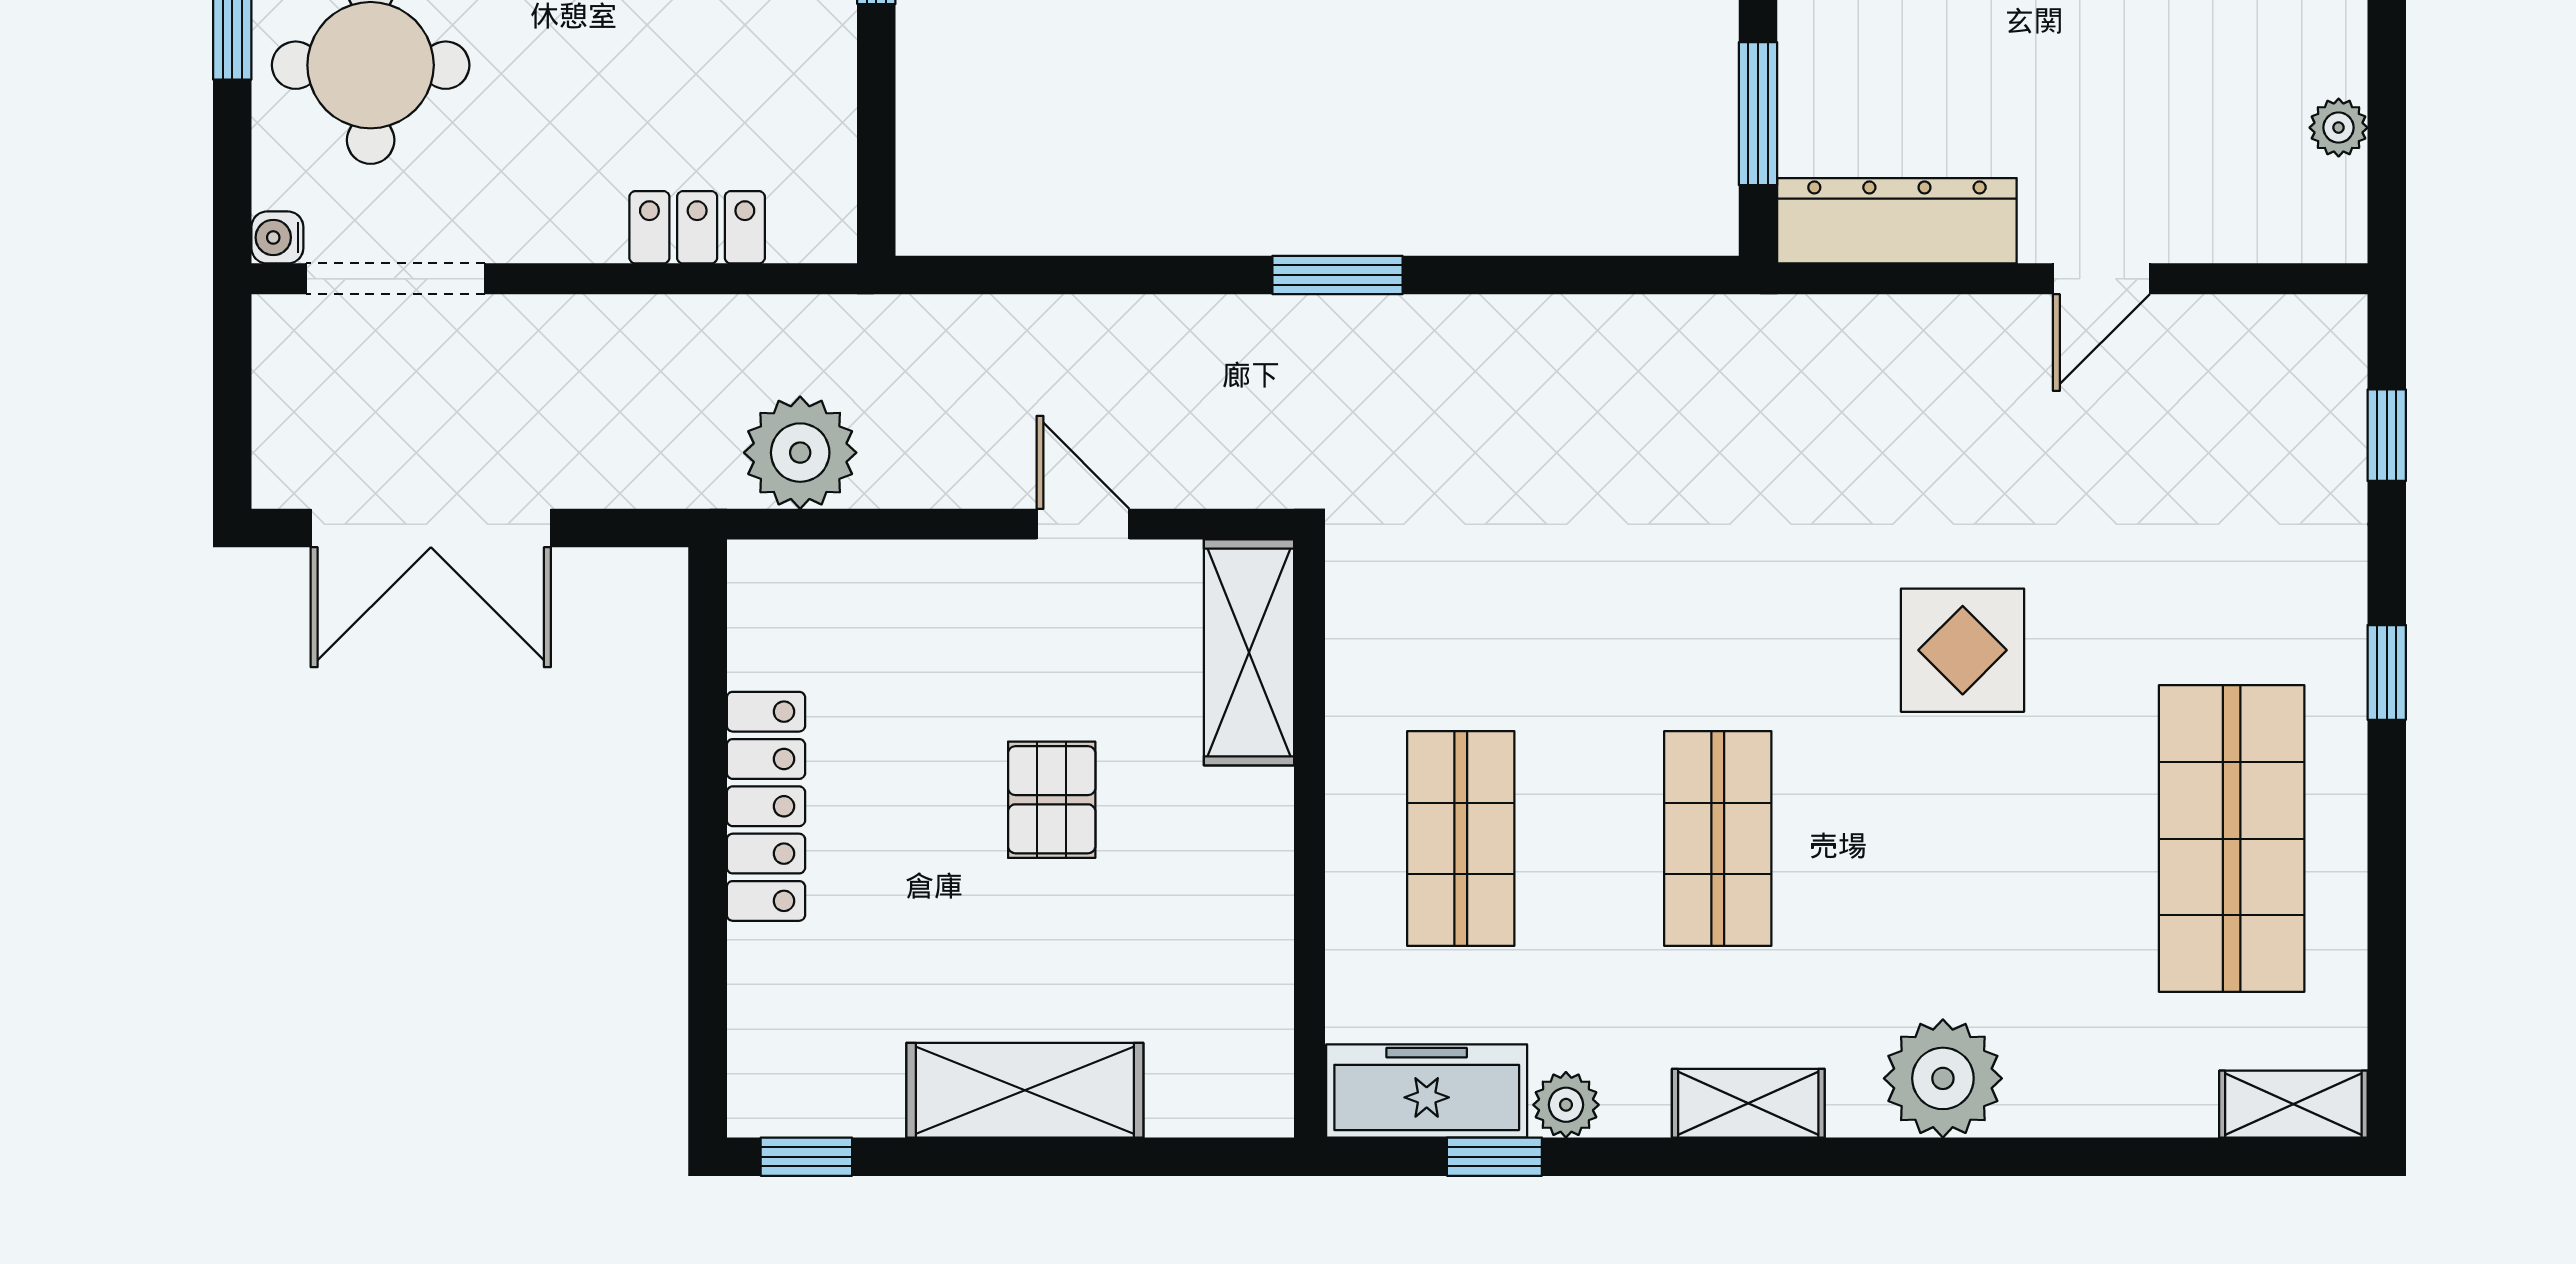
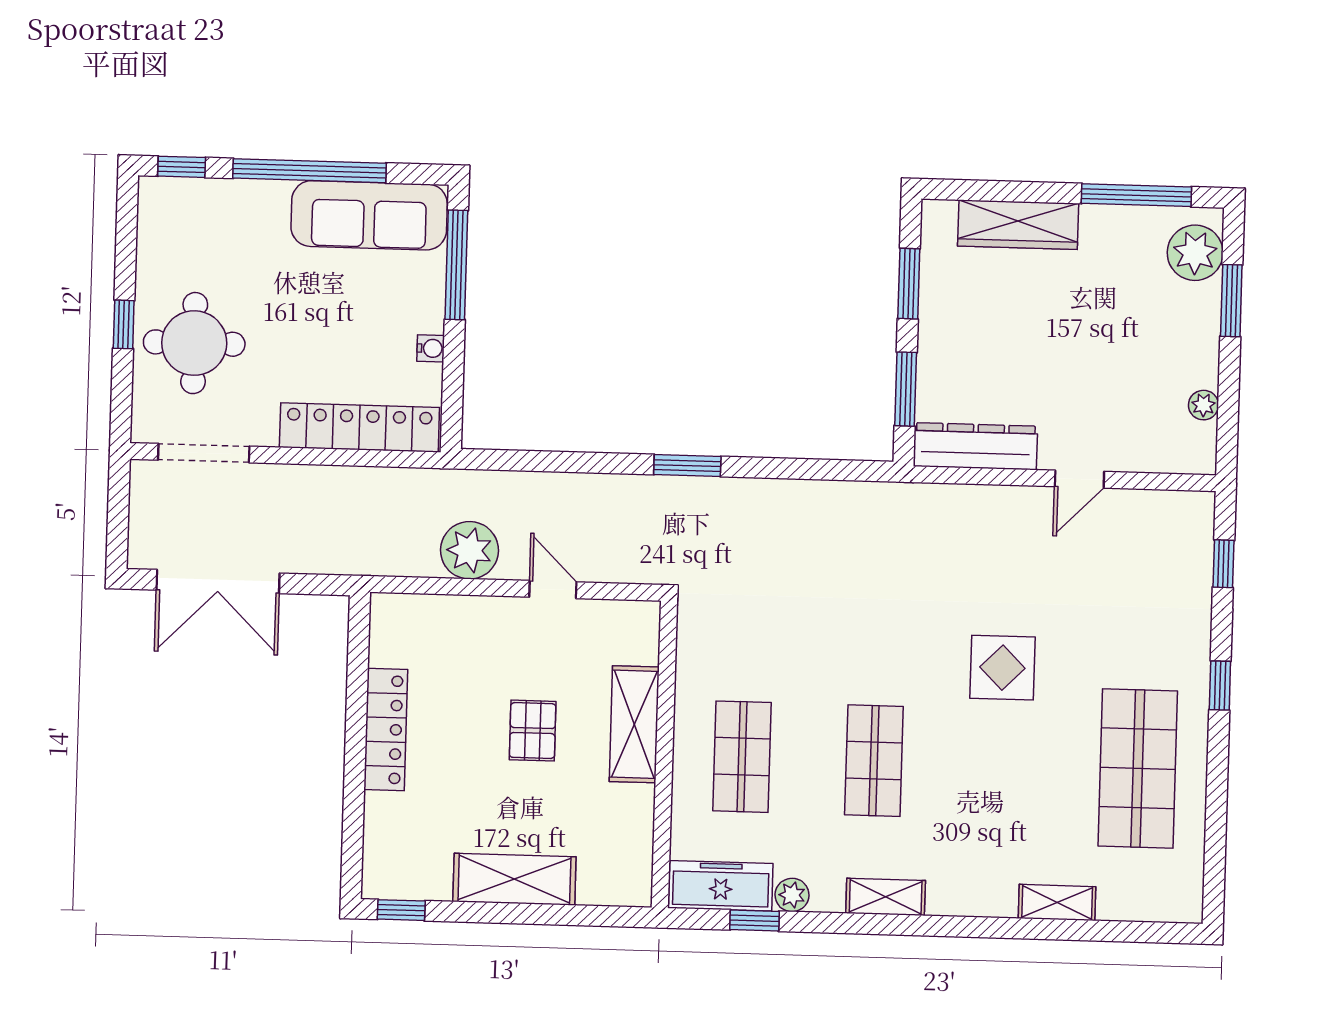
locker: (697, 227) -> (359, 427), width x2.16, depth x1.21
water cooler: (277, 237) -> (431, 348), moved, turned 180
plant: (800, 453) -> (470, 550), moved
shelving: (1249, 652) -> (634, 724), moved
plant: (1943, 1078) -> (986, 887), removed
shelving: (2293, 1104) -> (1057, 903), moved

